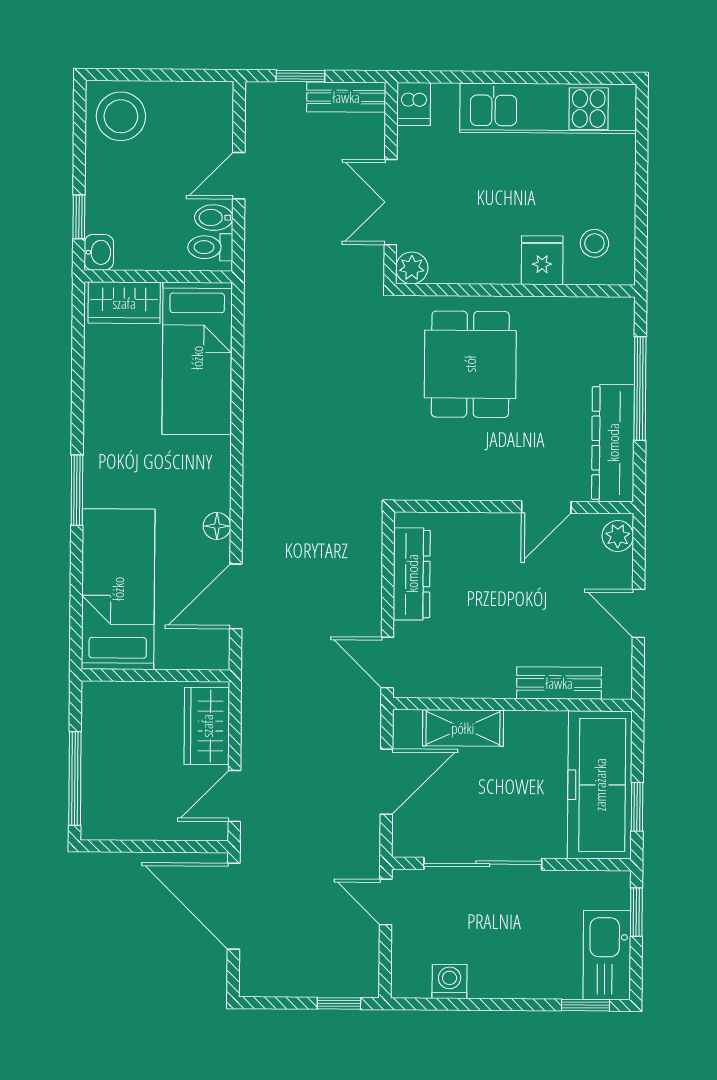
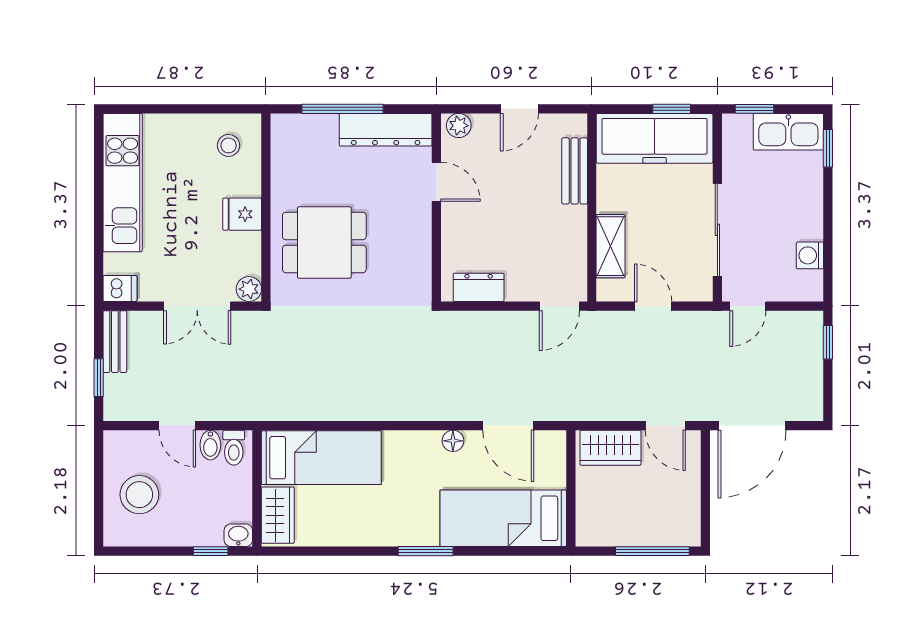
stool: (121, 116) -> (139, 495), moved
fridge: (542, 260) -> (242, 214), moved
dresser: (412, 574) -> (479, 287), width x0.70
door: (387, 782) -> (653, 306), width x0.73

